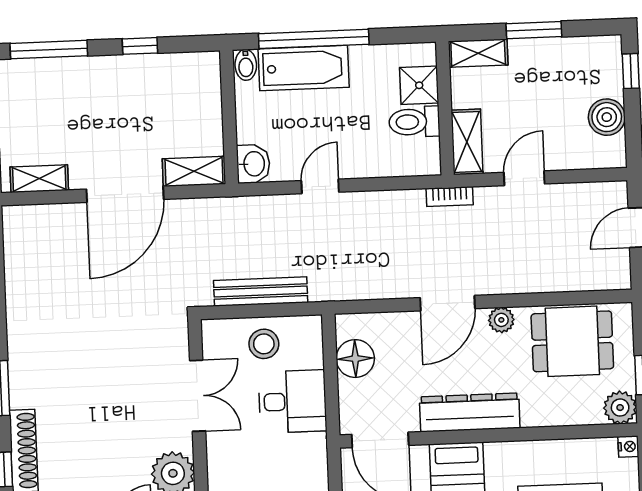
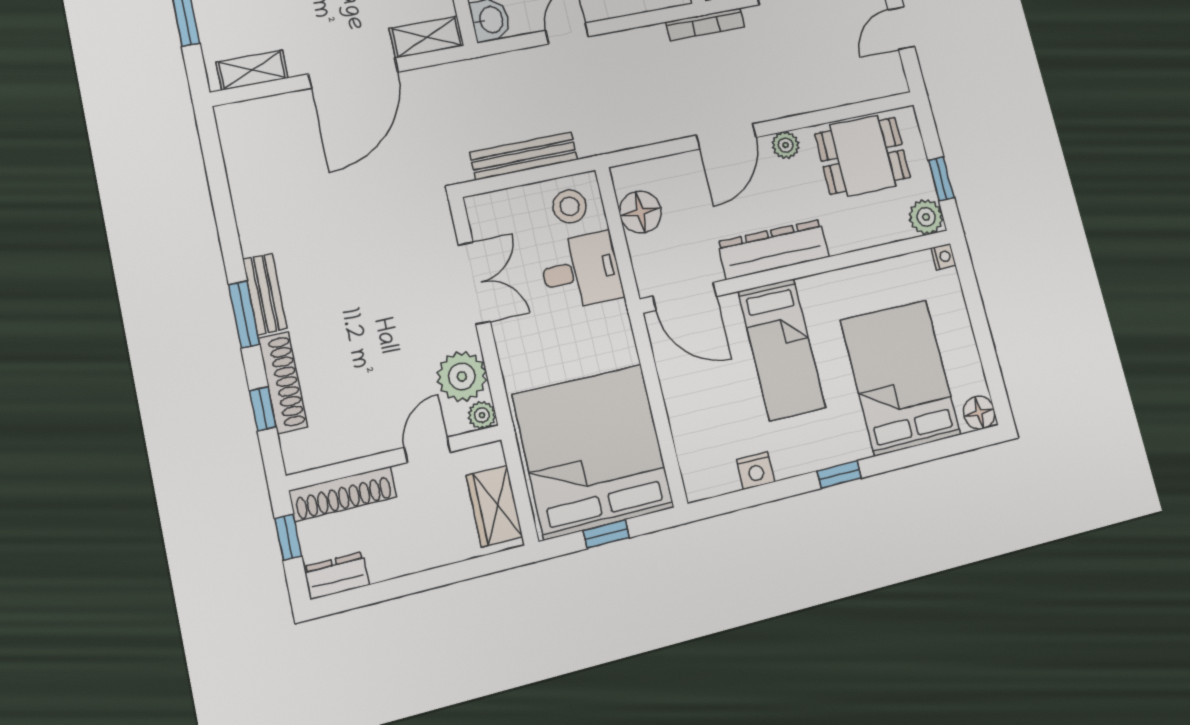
bookcase: (450, 197) -> (706, 24), width x1.56
stool: (264, 344) -> (570, 206), moved
bench: (20, 374) -> (265, 294), added

